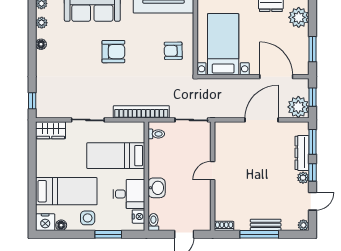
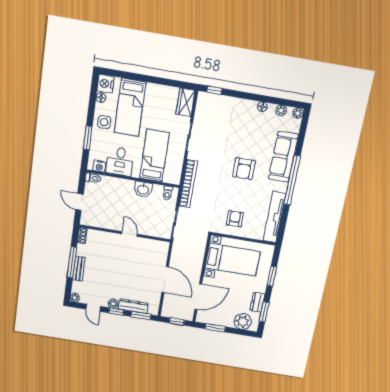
plant: (298, 107) -> (171, 309), removed
washbasin: (157, 188) -> (143, 189), moved

